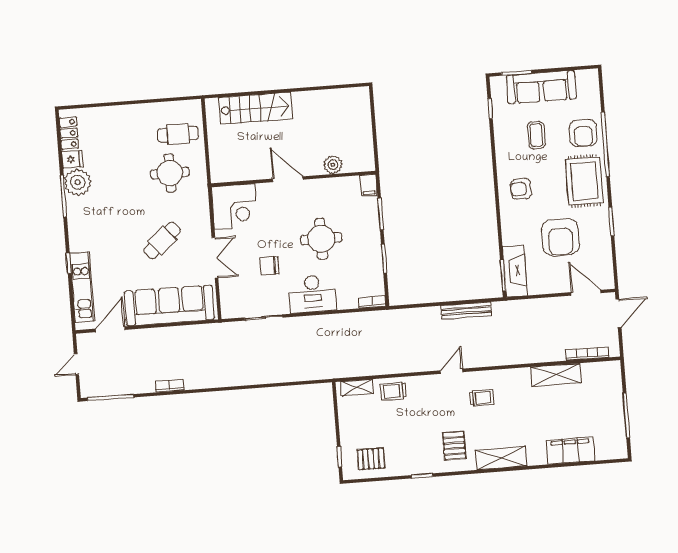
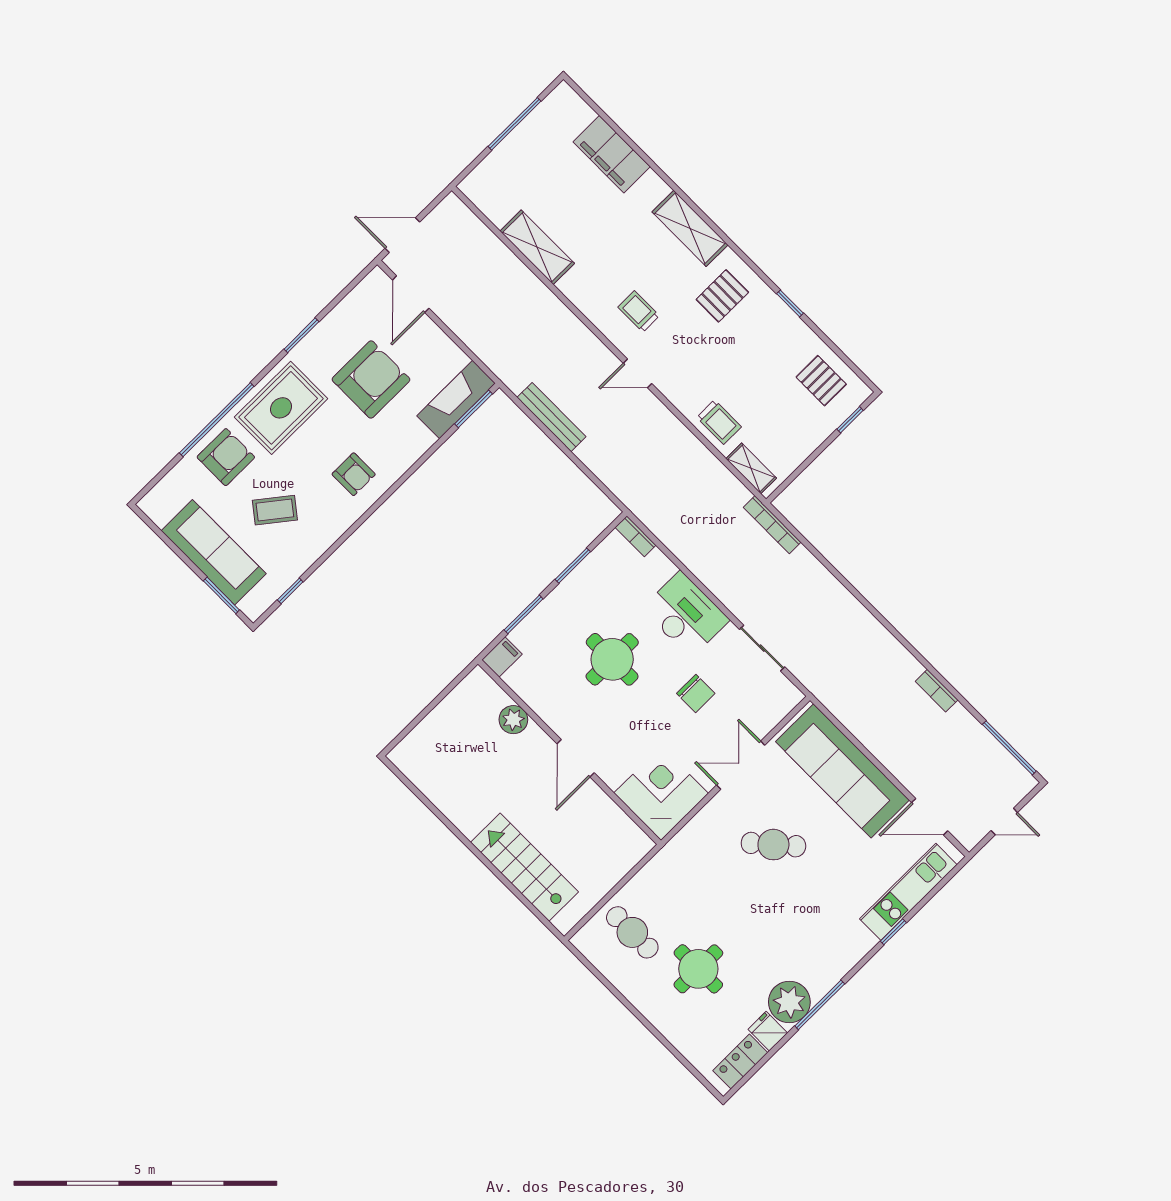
coffee table: (536, 135) -> (275, 510), turned 38
round table: (170, 173) -> (698, 969), moved
bookcase: (587, 354) -> (772, 525), moved

